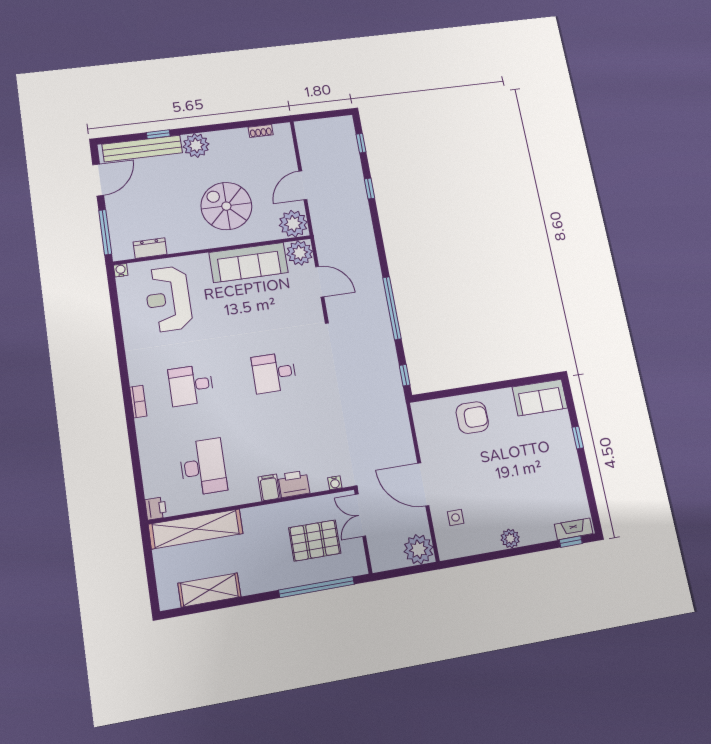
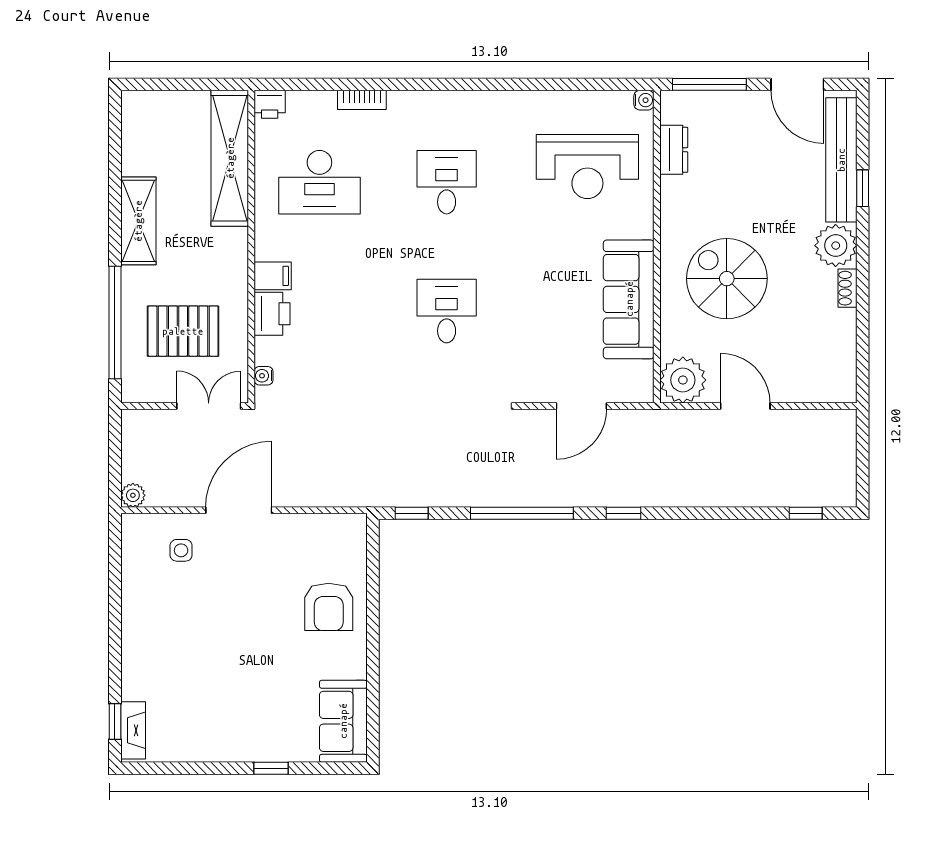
shoe rack: (261, 131) -> (847, 288), moved
window: (370, 189) -> (623, 513), moved
spiral stairs: (226, 206) -> (727, 279), turned -90
plant: (300, 253) -> (633, 382), removed
reception desk: (168, 299) -> (587, 167), turned 180
bookcase: (138, 402) -> (362, 100), moved
plant: (510, 538) -> (136, 628), removed
pallet: (315, 541) -> (183, 331), turned 90
plant: (419, 549) -> (133, 495), width x0.53, depth x0.53
shelving: (209, 590) -> (138, 221), moved

